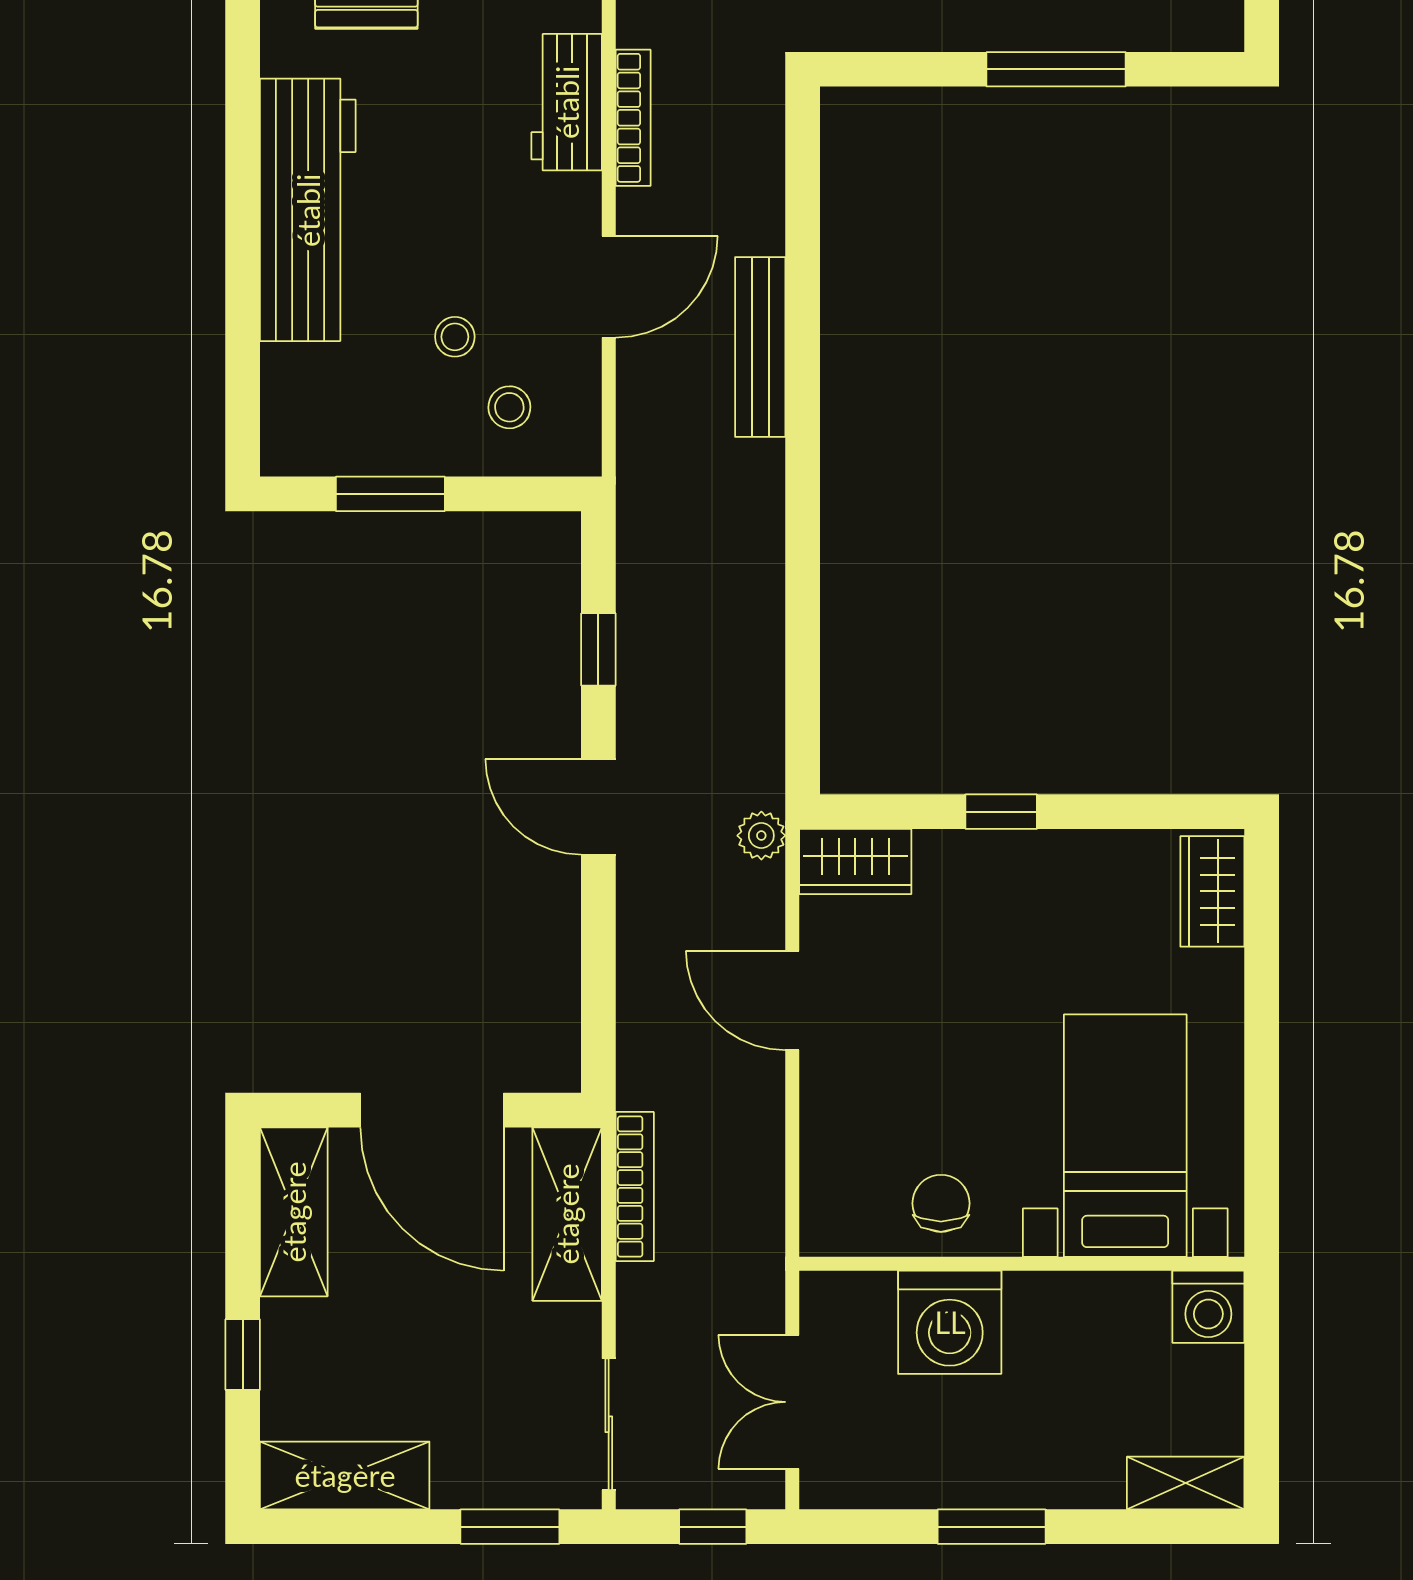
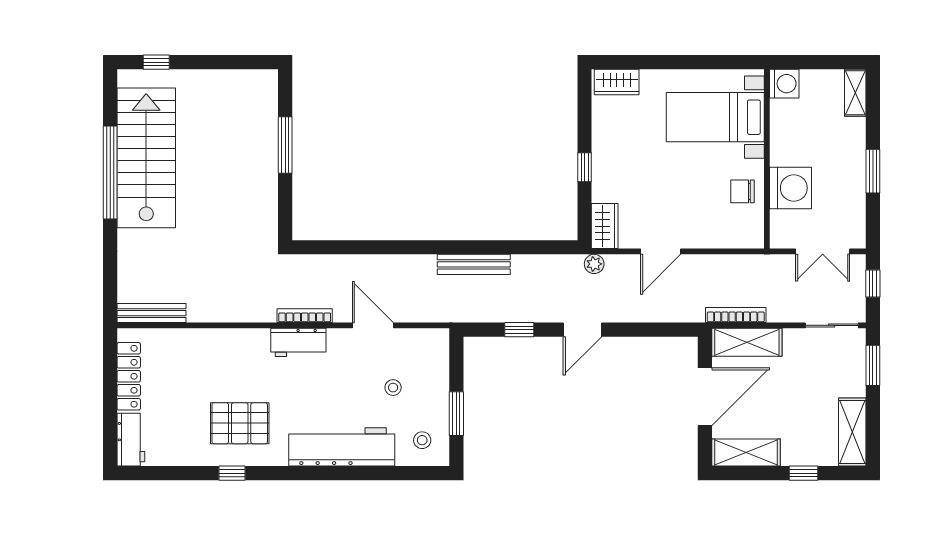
bench: (760, 347) -> (474, 264), moved
stool: (509, 407) -> (422, 440), moved

